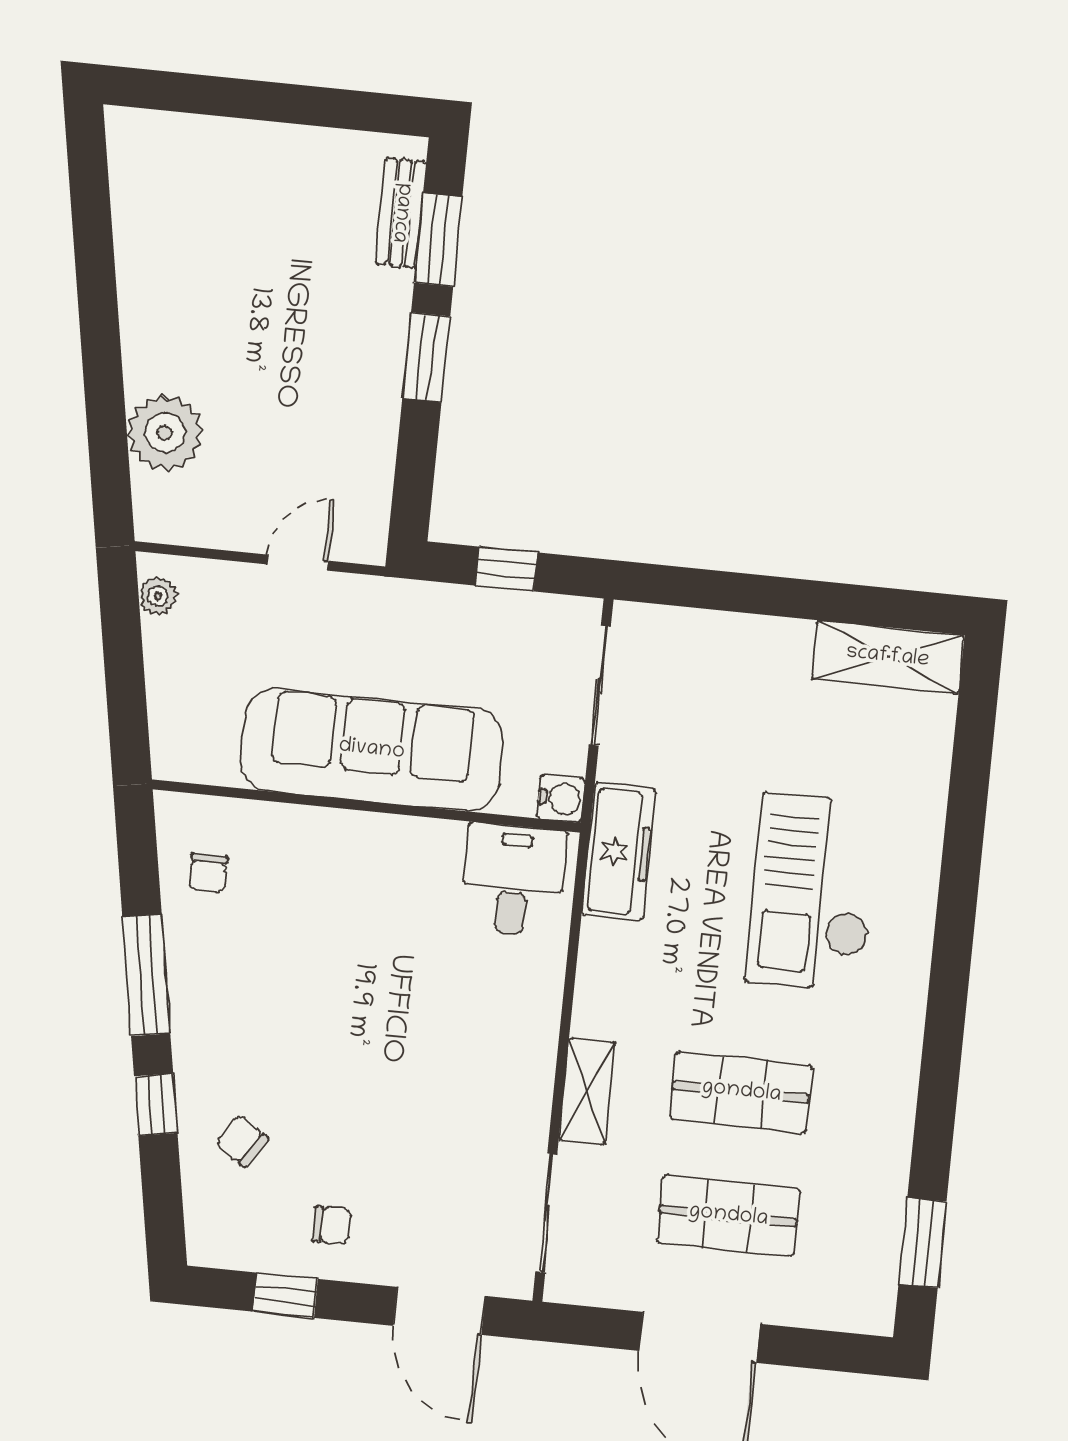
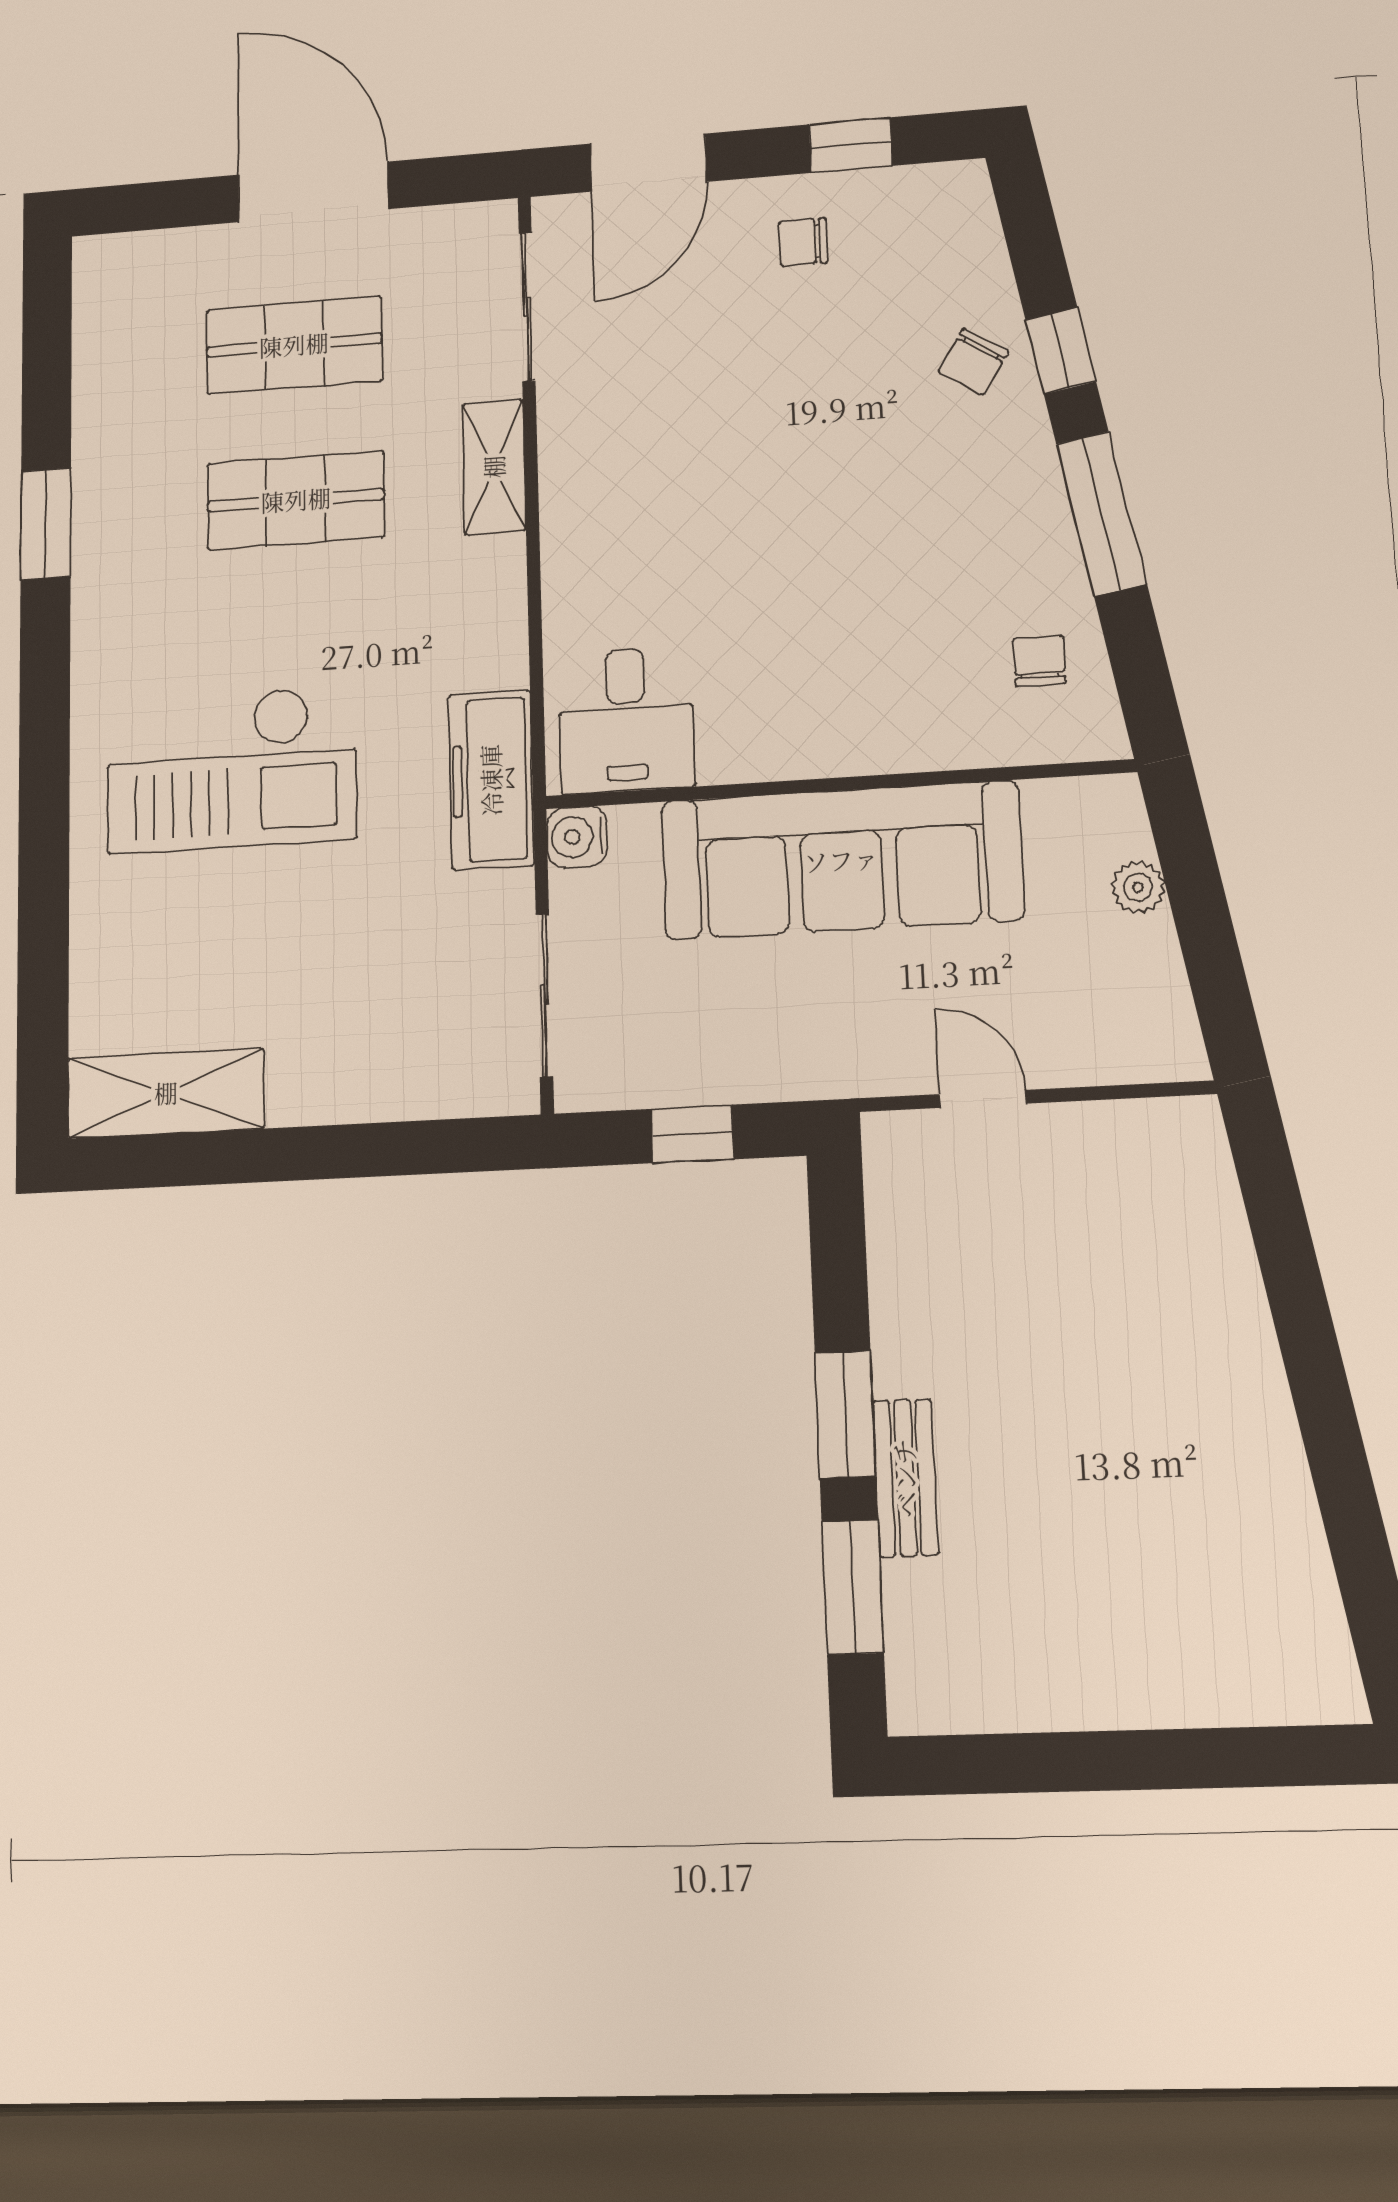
bench: (401, 213) -> (905, 1478), moved
plant: (165, 433) -> (1200, 1253), removed
door: (298, 563) -> (983, 1099), swing flipped
plant: (158, 596) -> (1138, 887), moved
checkout: (813, 892) -> (231, 769), turned 90
chair: (242, 1141) -> (973, 361), moved, turned 89
window: (923, 1243) -> (46, 524), moved
door: (439, 1311) -> (648, 163), swing flipped

